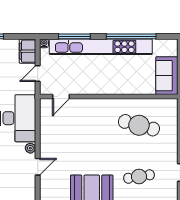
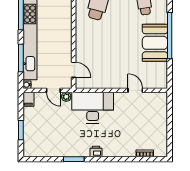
filing cabinet: (28, 51) -> (28, 99), width x0.50
plant: (30, 148) -> (66, 97), moved

